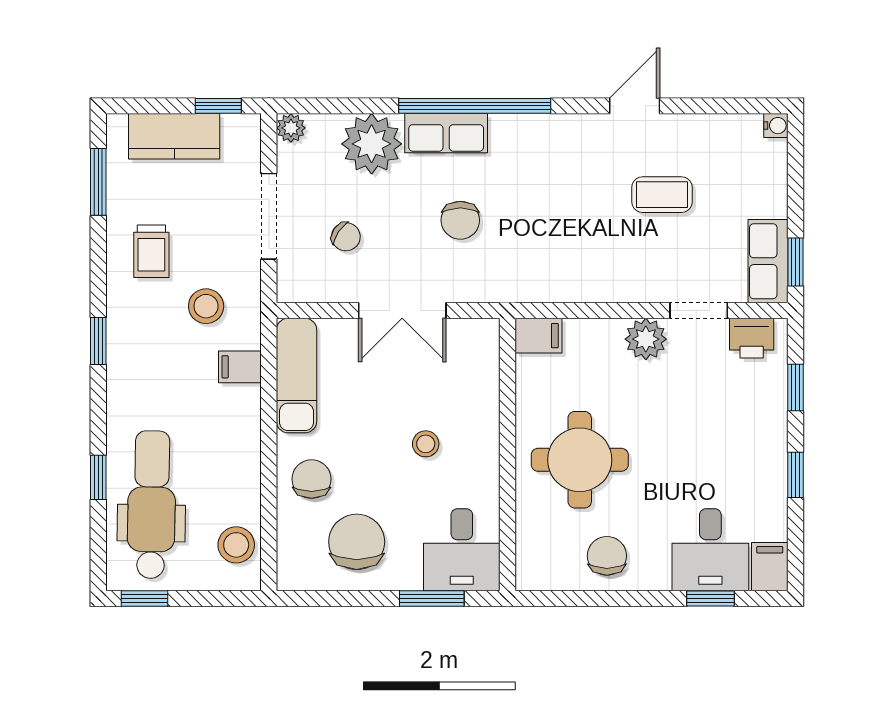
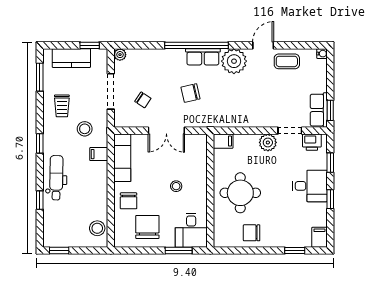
row of seats: (446, 133) -> (203, 57), moved
plant: (372, 144) -> (234, 61), moved
coffee table: (662, 195) -> (287, 61), moved
chair: (460, 220) -> (191, 93), turned 77
chair: (312, 479) -> (129, 201), turned 180
dental chair: (152, 505) -> (56, 178), moved, width x0.73, depth x0.72
desk: (710, 550) -> (310, 186), moved, turned -90
chair: (607, 556) -> (252, 233), turned -90

